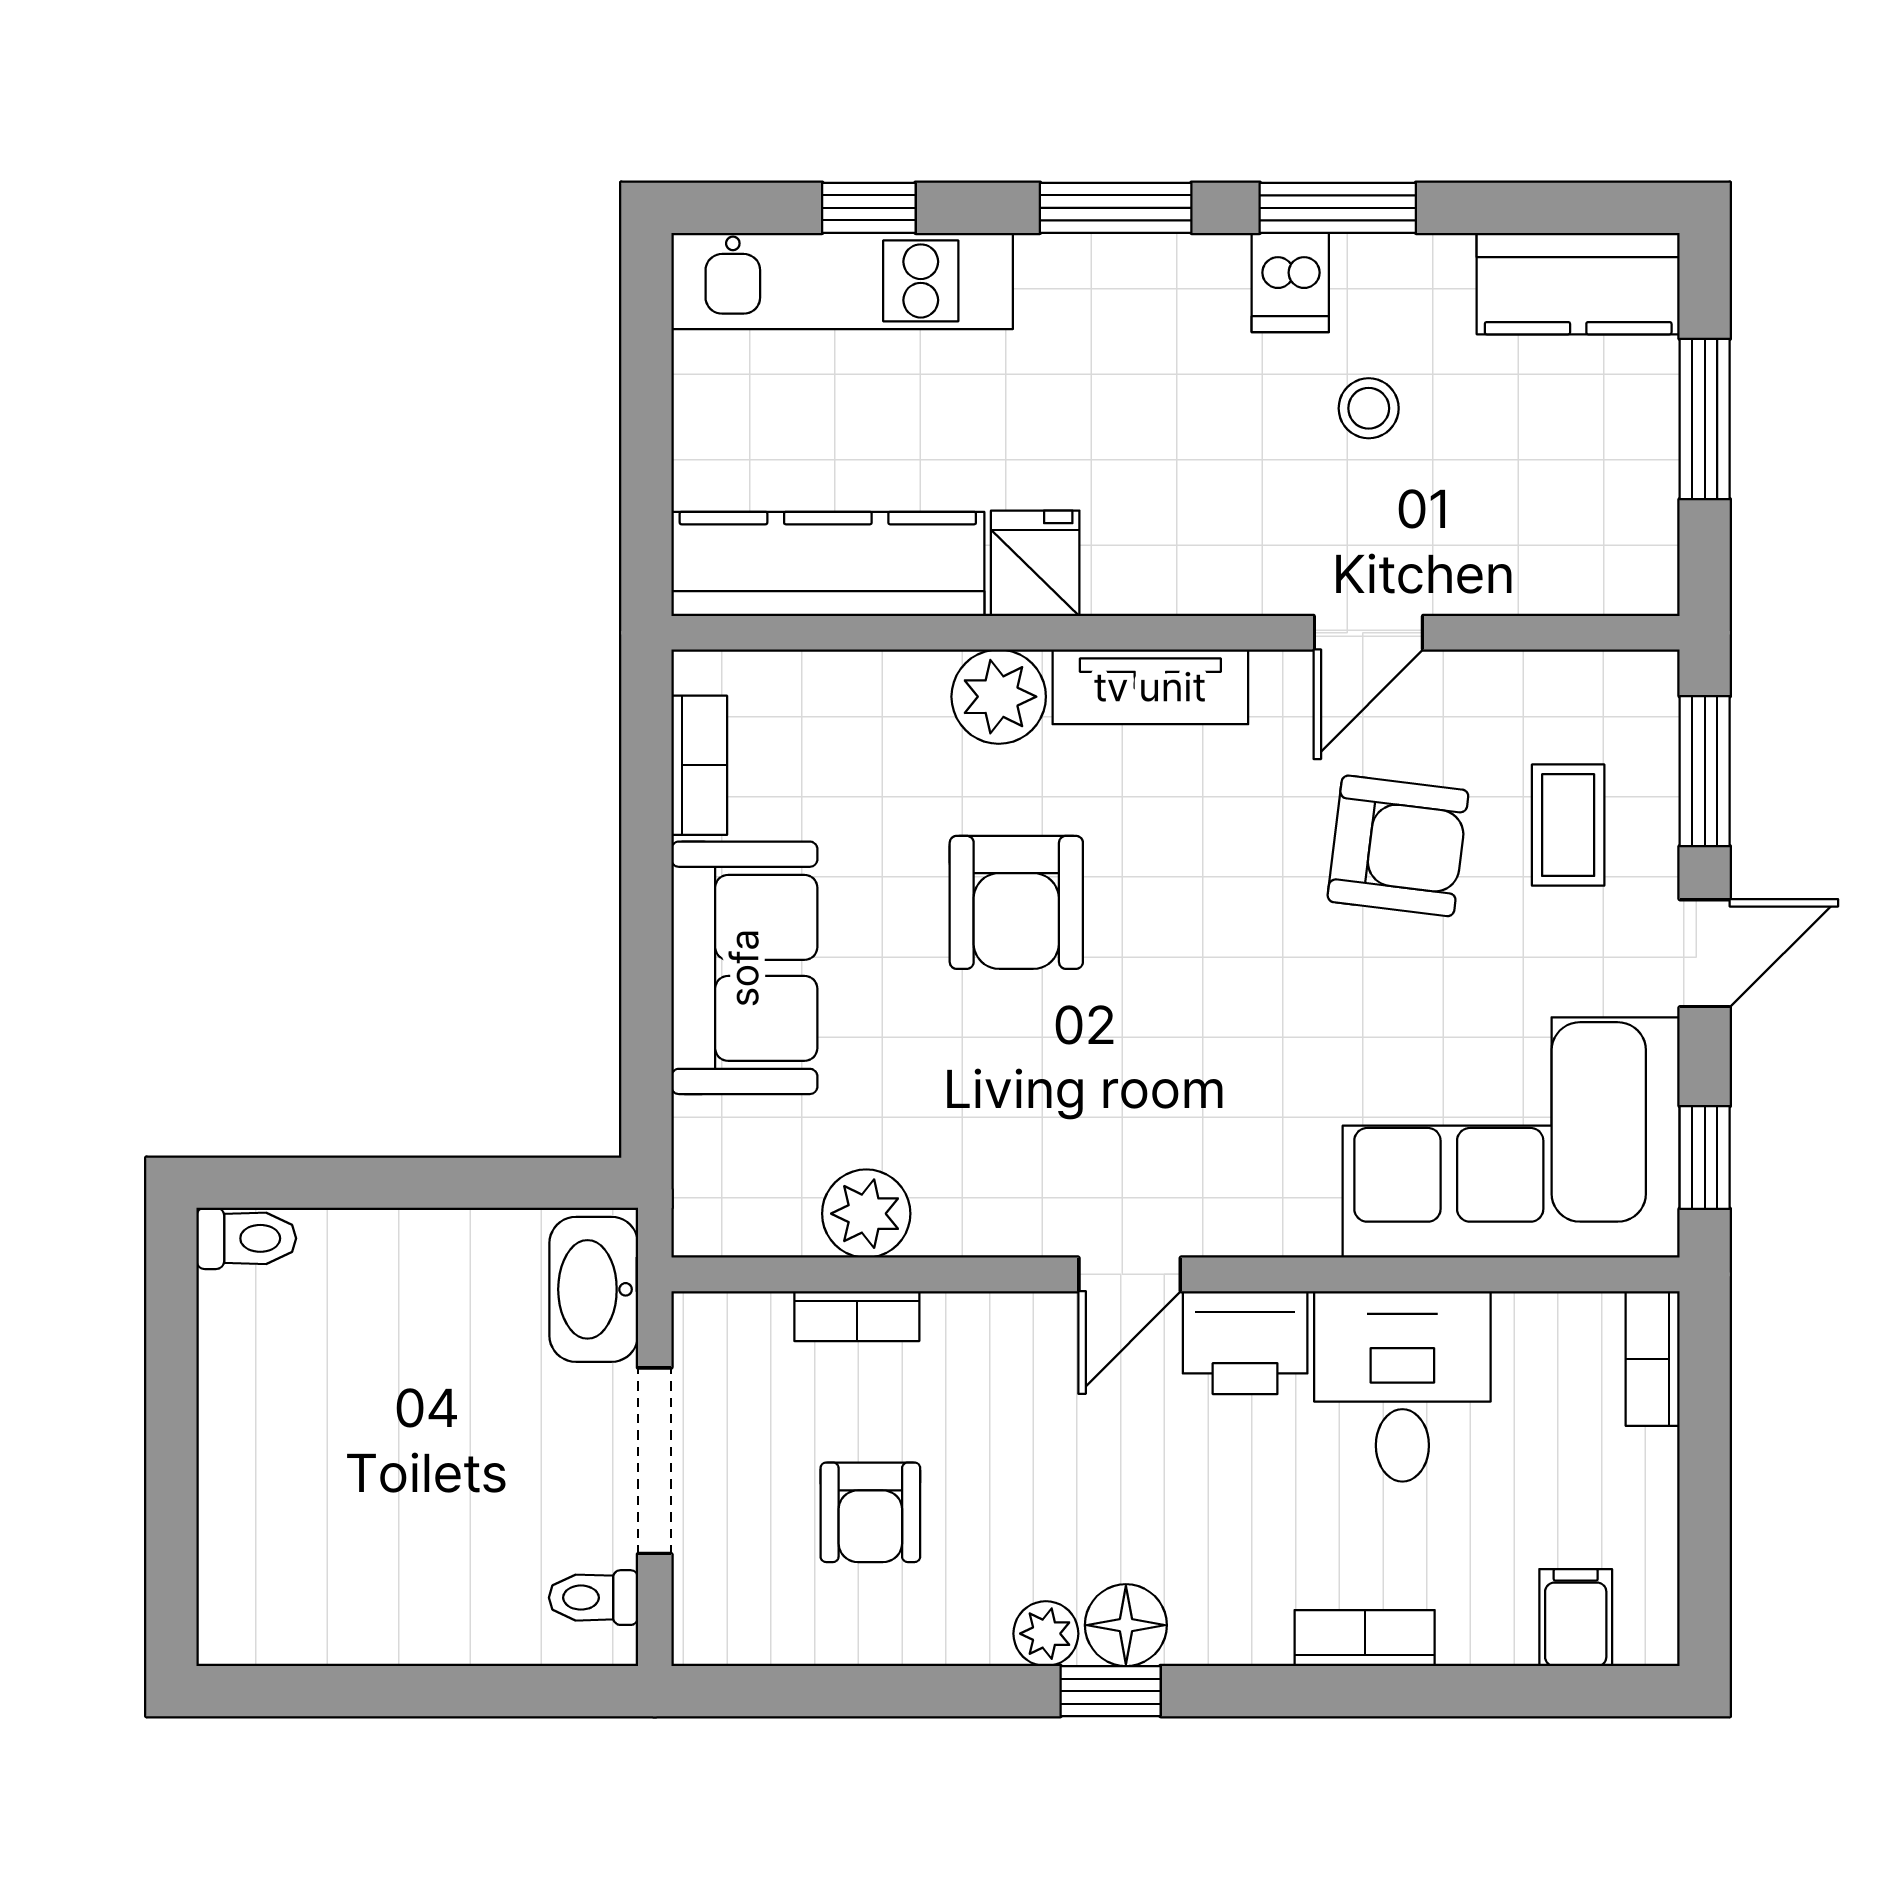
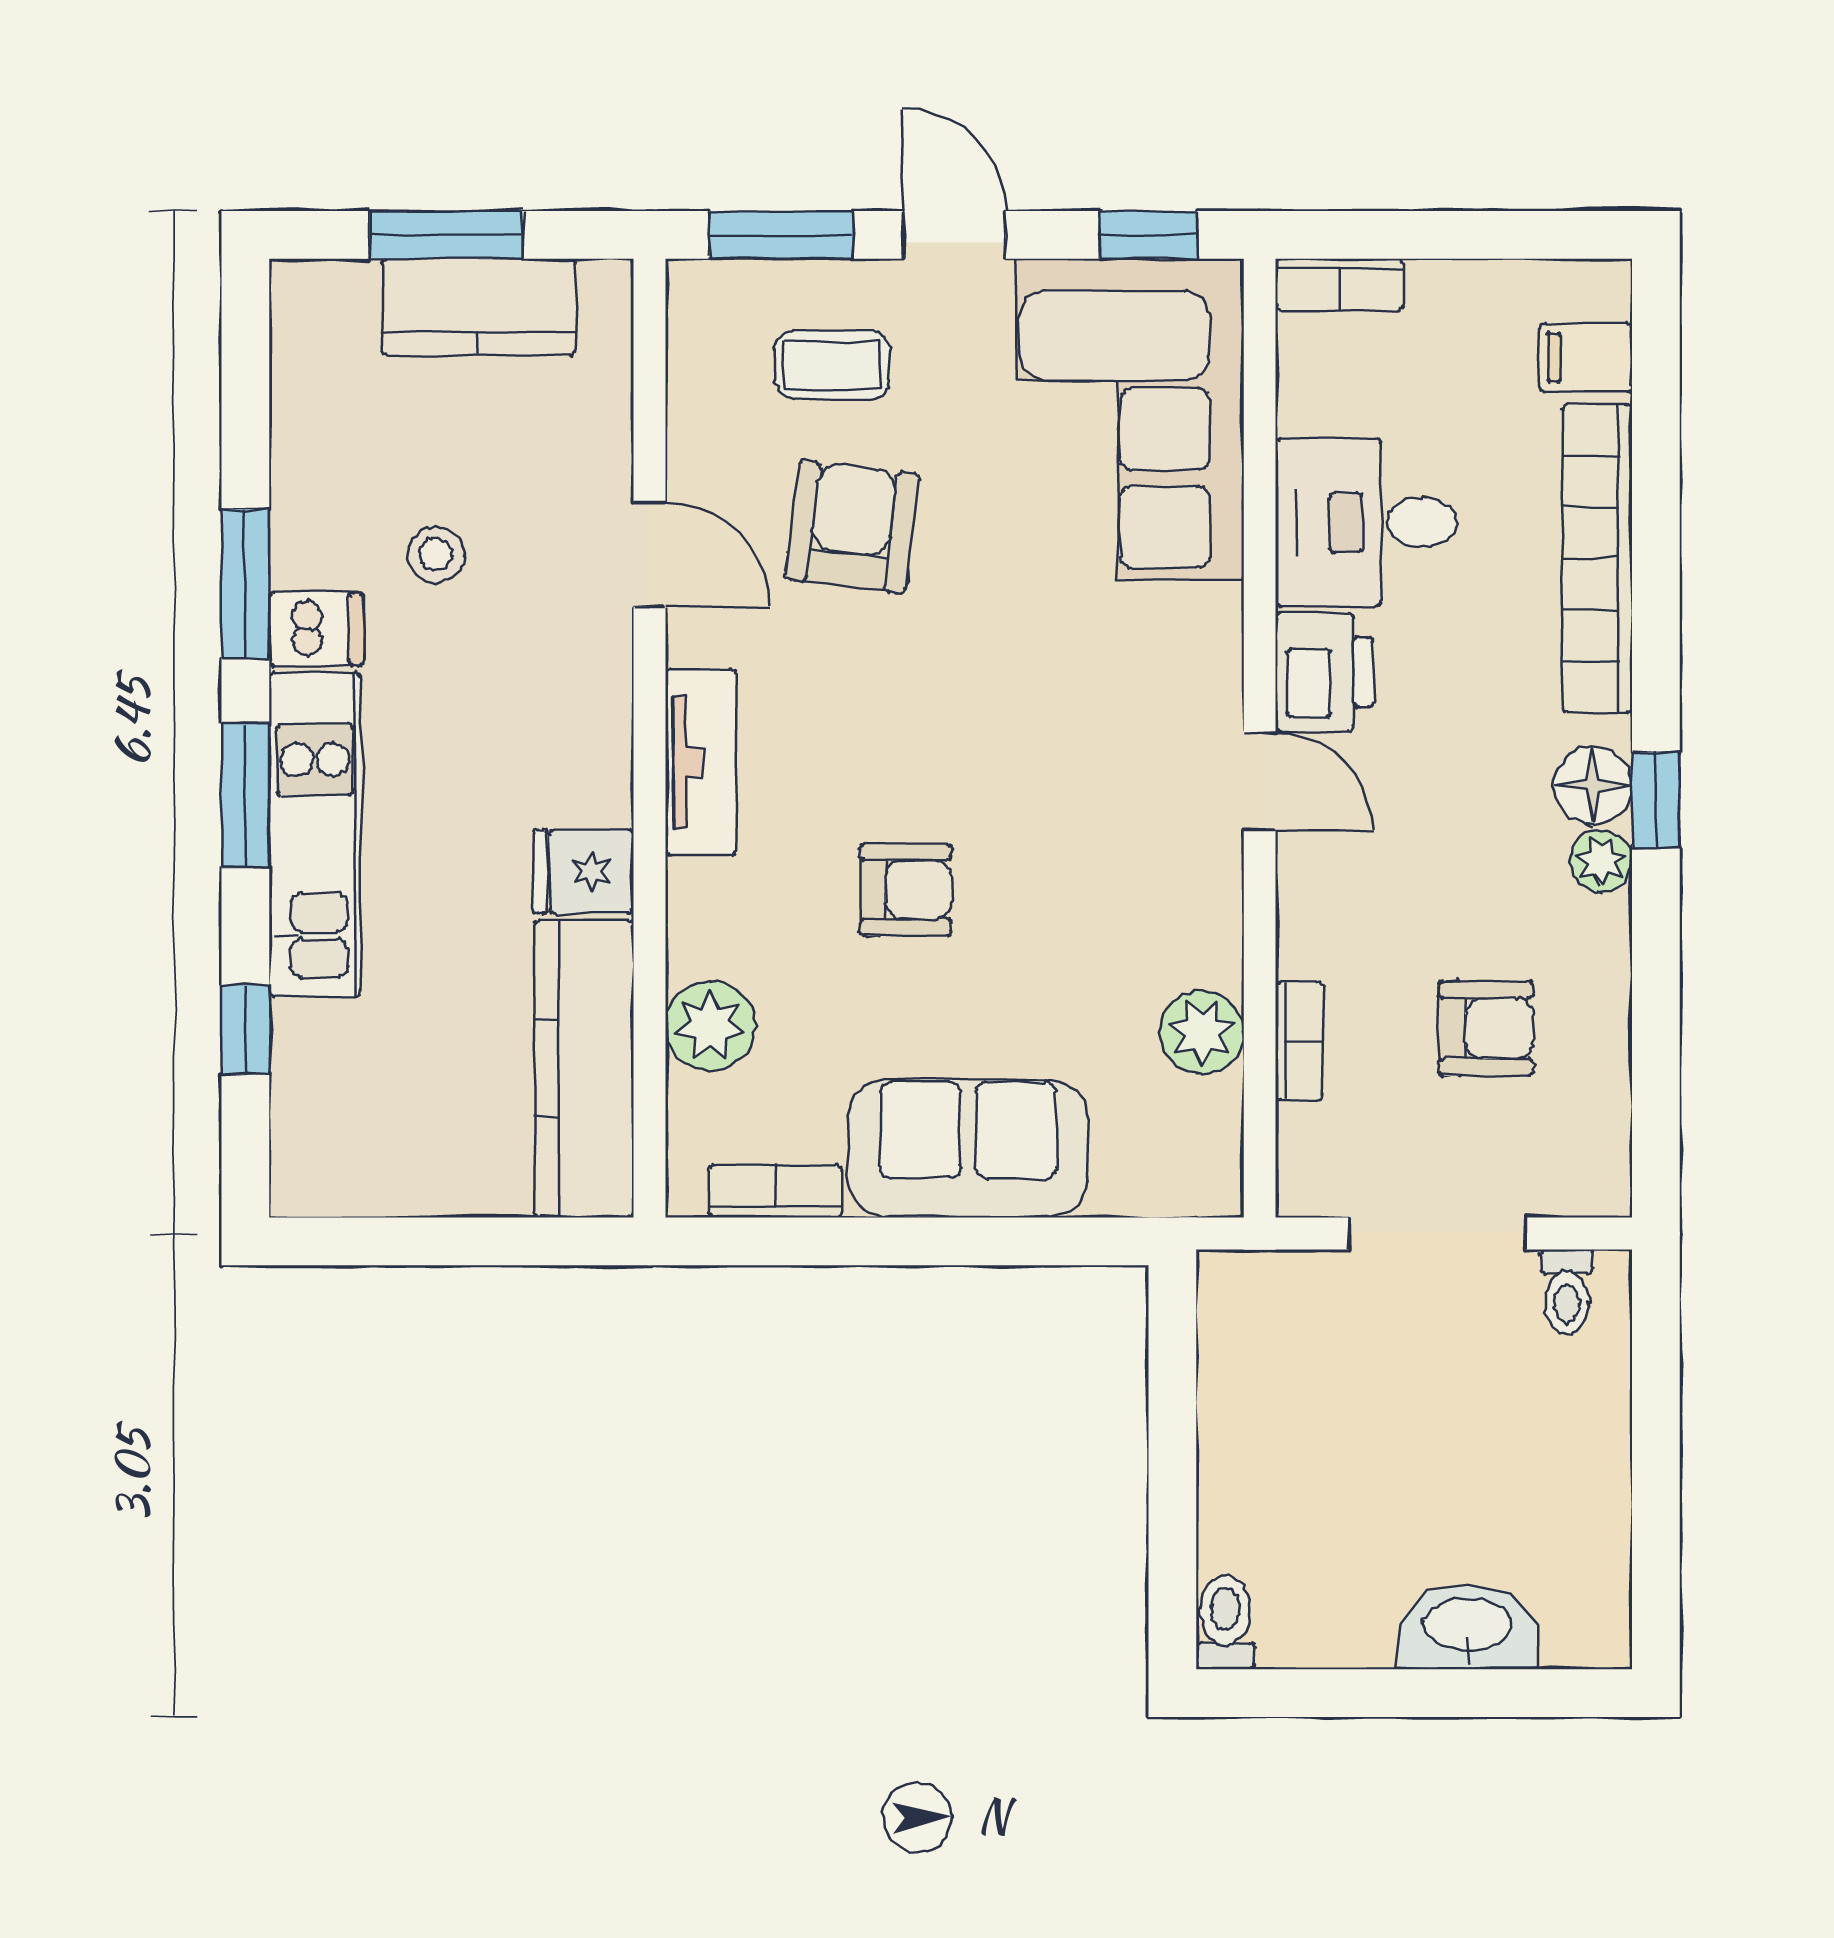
kitchen unit: (842, 281) -> (315, 834), moved
kitchen counter: (1578, 284) -> (479, 307), moved, turned 90
plant: (999, 697) -> (710, 1026), moved
armchair: (1016, 902) -> (906, 890), width x0.72, depth x0.72
washbasin: (594, 1289) -> (1468, 1627), moved, turned 180
bookcase: (1365, 1638) -> (1597, 558), width x2.31, depth x1.31

